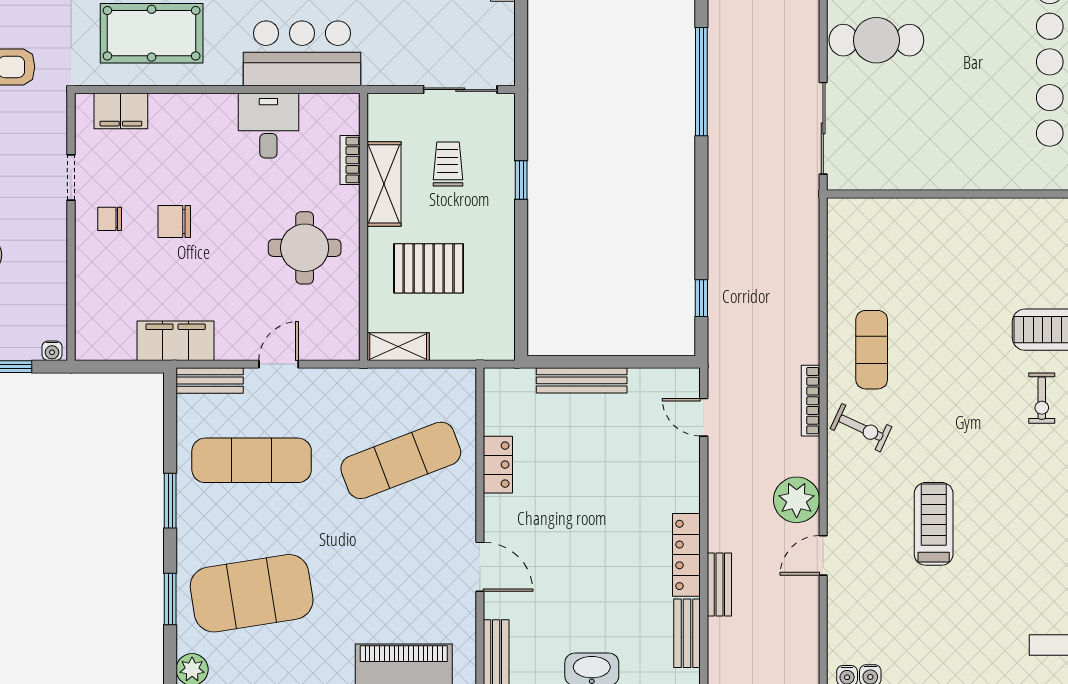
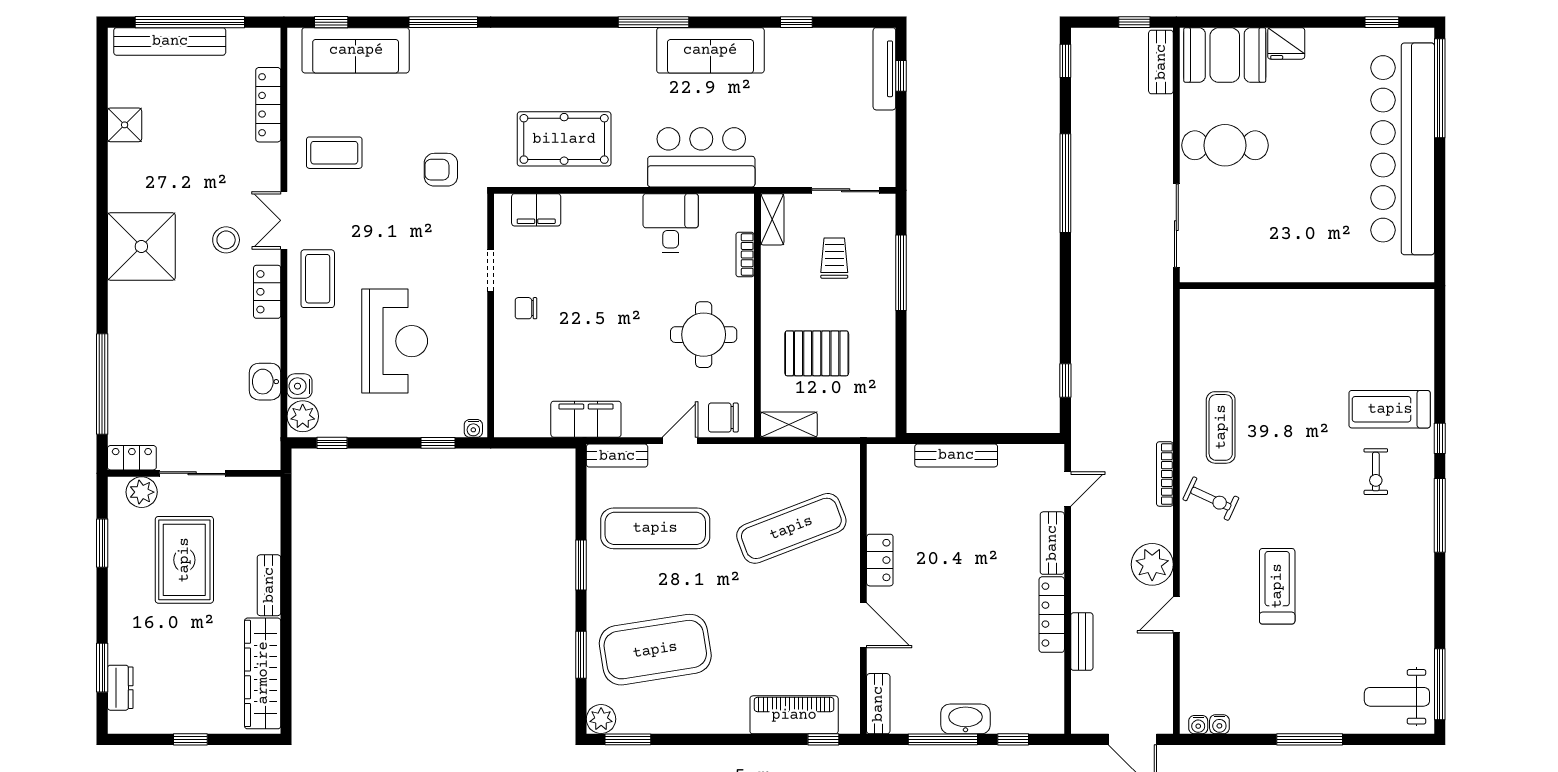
window: (521, 180) -> (901, 273), width x2.17
shelving: (384, 184) -> (772, 219), moved, width x0.67, depth x0.75
chair: (174, 222) -> (723, 418), moved
door: (704, 417) -> (1068, 489), swing flipped
locker: (498, 465) -> (880, 560), moved
bench: (687, 633) -> (1052, 543), moved

